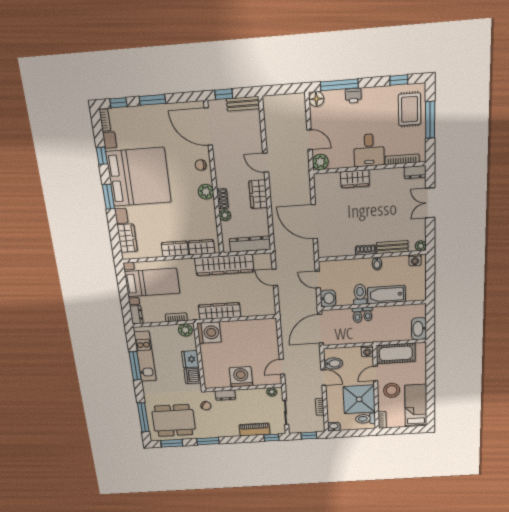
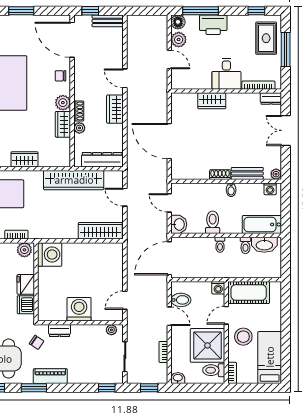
printer: (353, 96) -> (213, 25), width x1.87, depth x1.48
plant: (320, 162) -> (179, 40), moved
wardrobe: (201, 247) -> (63, 124), moved, turned -90
bathtub: (386, 295) -> (262, 224), moved
wardrobe: (220, 311) -> (100, 231), moved
toilet: (357, 315) -> (245, 245), moved
washbasin: (419, 329) -> (264, 245), moved, turned -90
piano: (255, 430) -> (50, 376), moved

